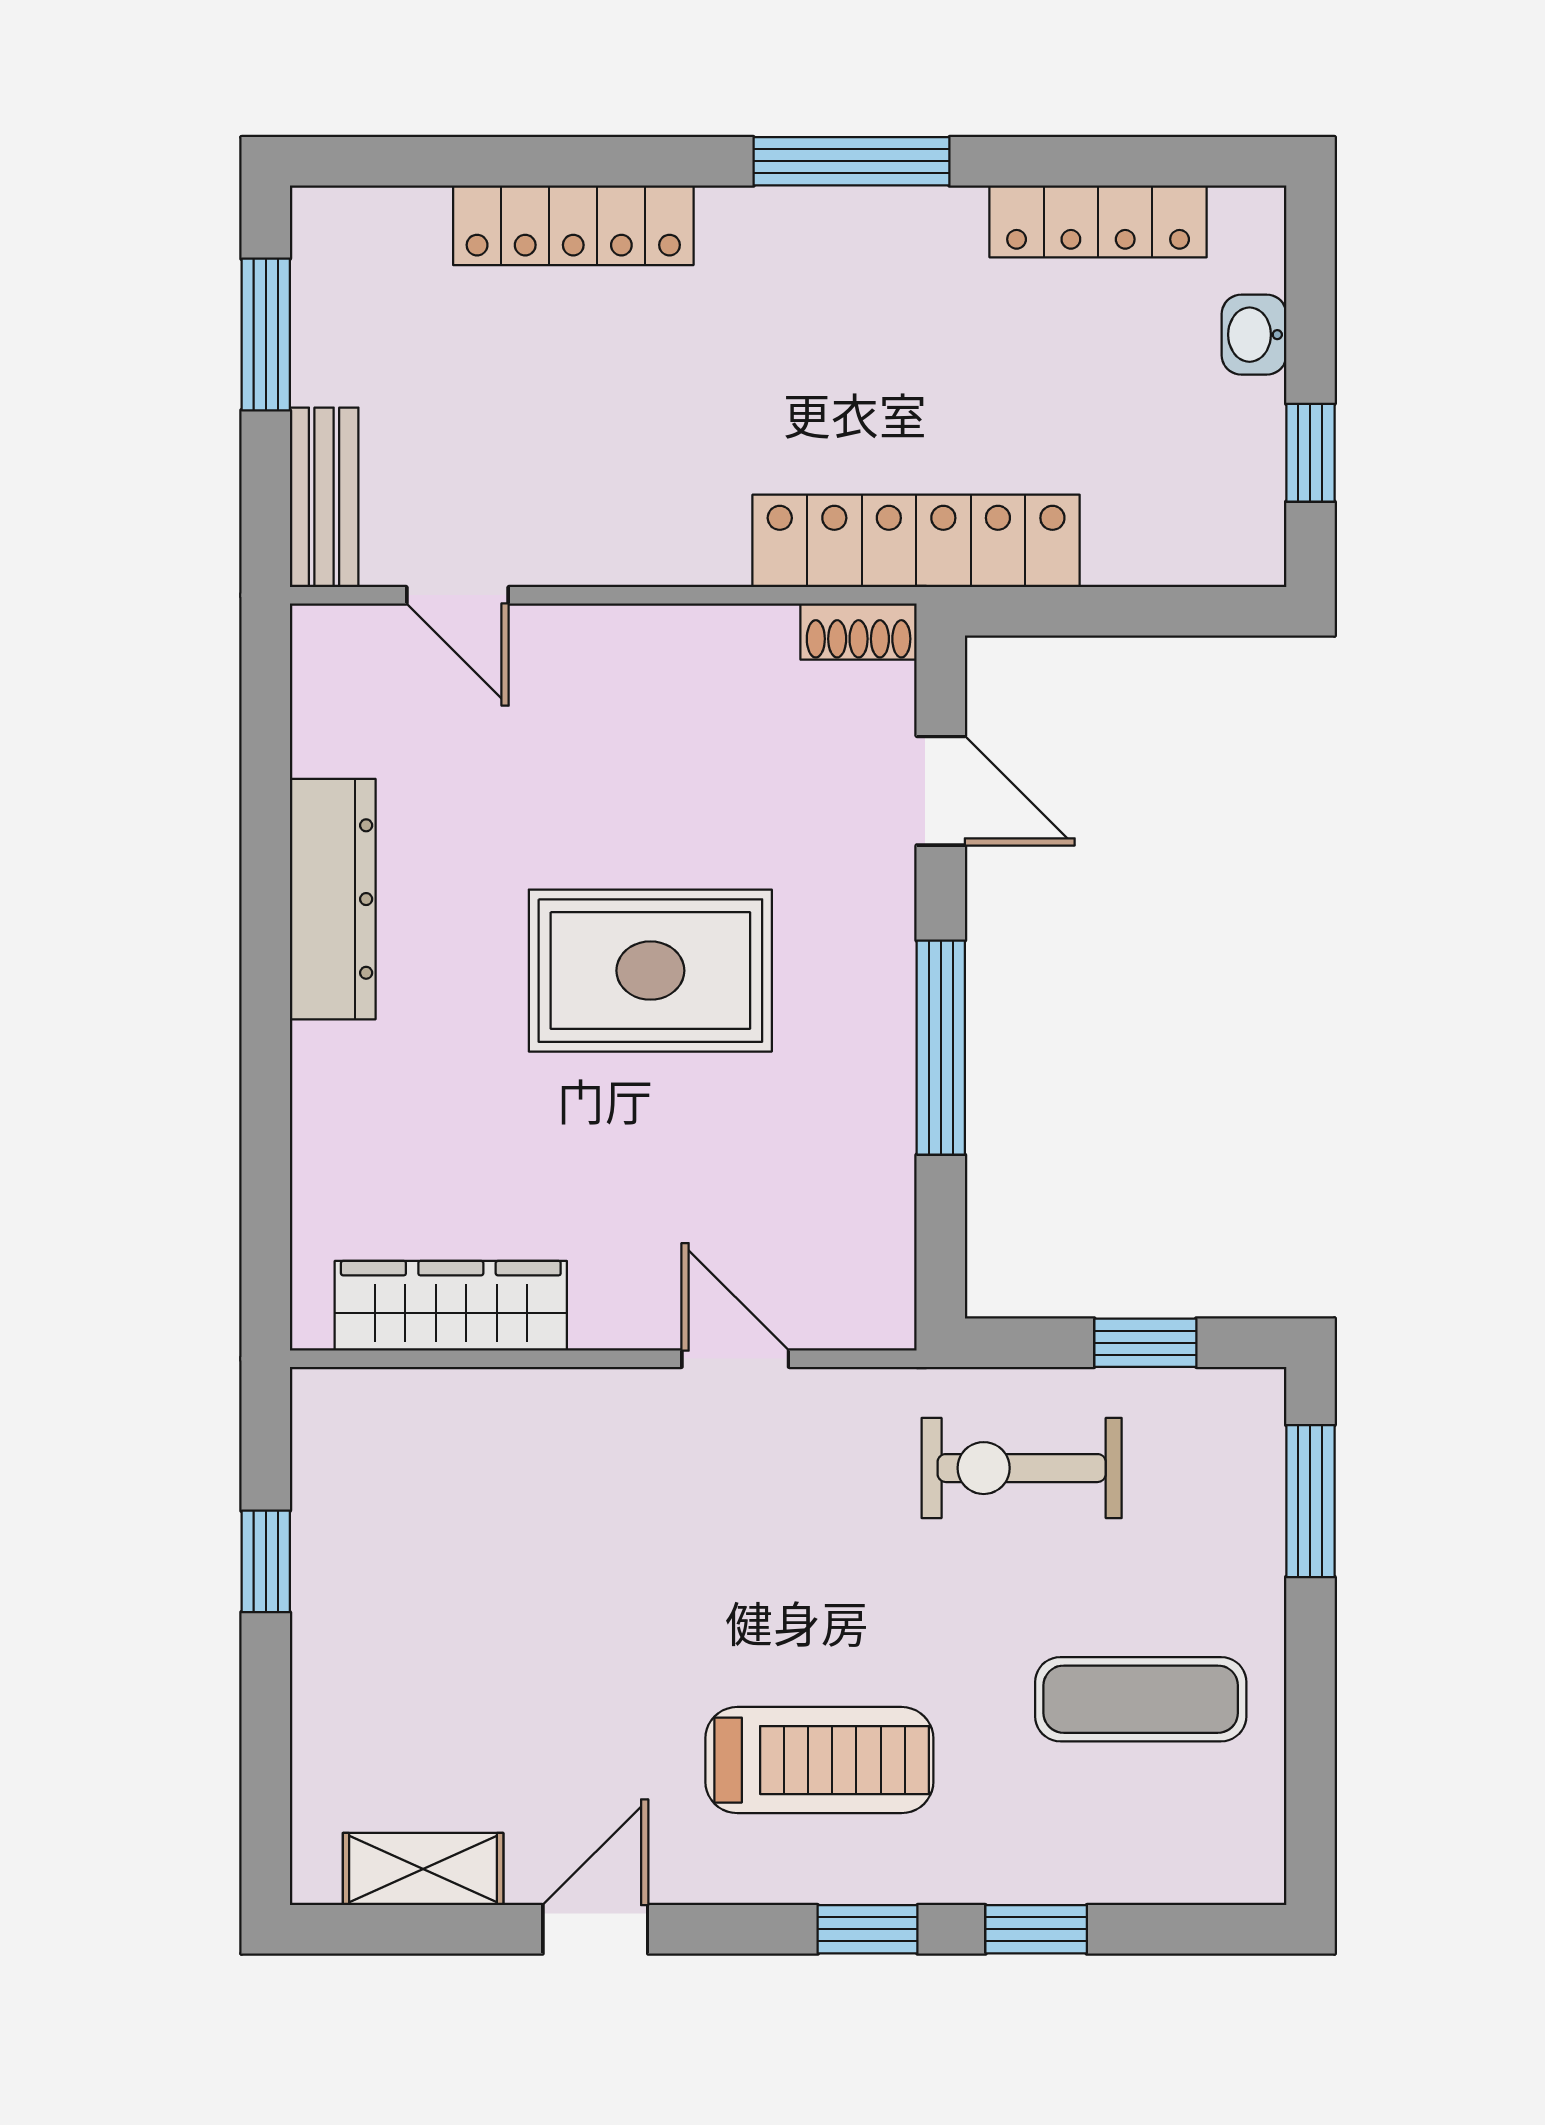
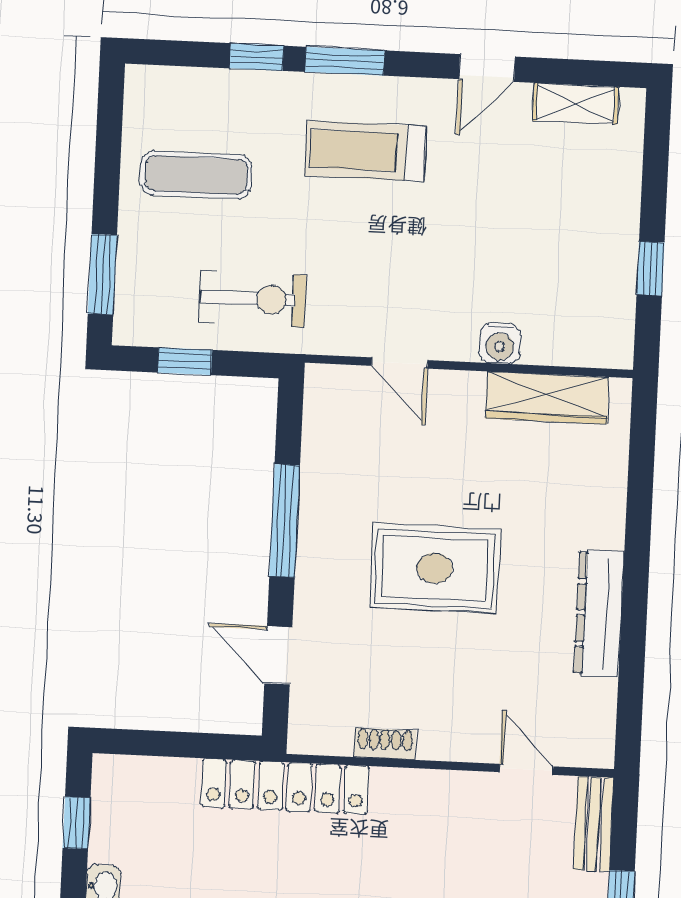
shoe rack: (859, 632) -> (385, 744), moved
water cooler: (546, 1405) -> (500, 343), added
window: (868, 1929) -> (345, 61), width x1.50

